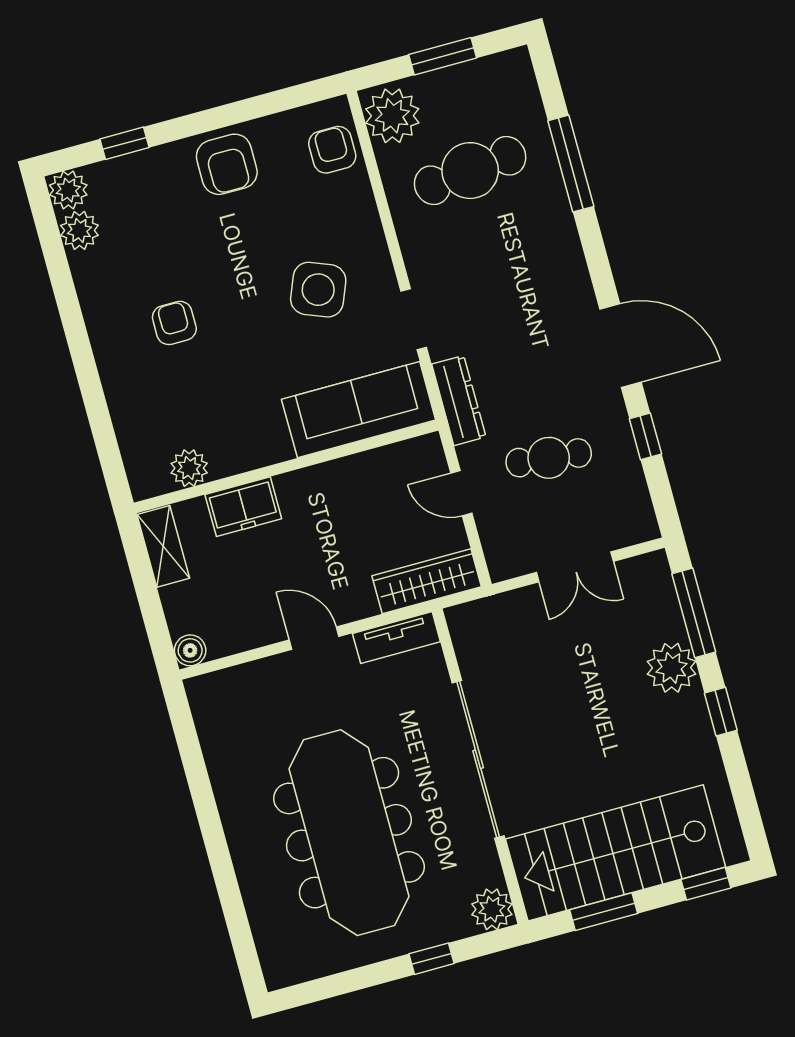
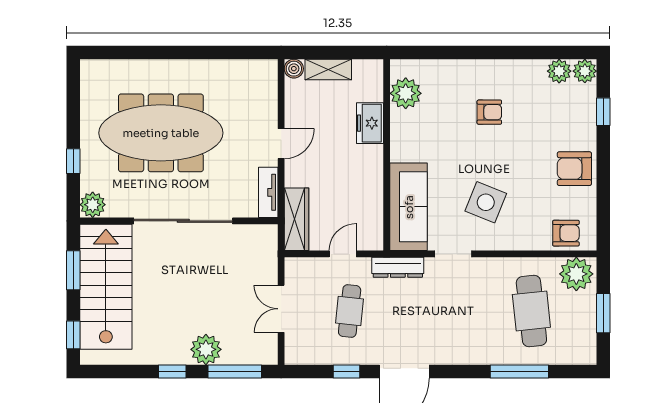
plant: (189, 468) -> (406, 93), width x1.36, depth x1.36
shelving: (163, 546) -> (328, 70), moved

